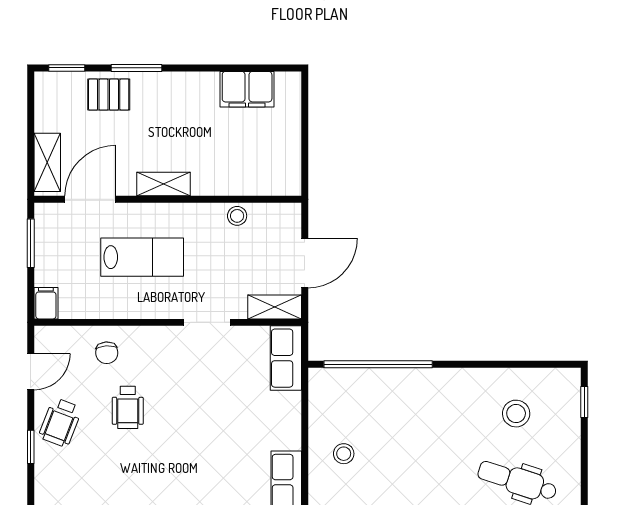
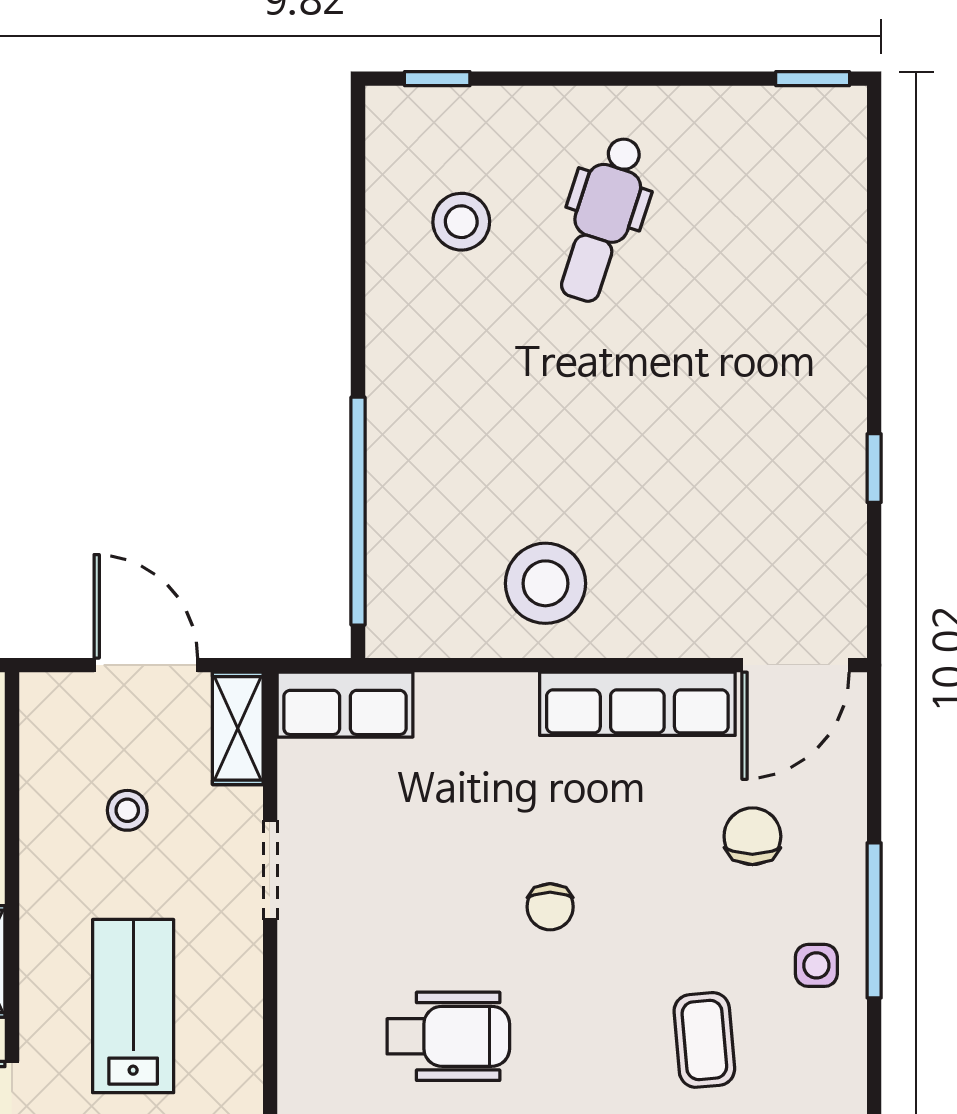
stool: (237, 216) -> (127, 810), moved
chair: (107, 353) -> (550, 907), moved, turned 94
wheelchair: (128, 407) -> (448, 1036), width x1.36, depth x1.37
stool: (344, 454) -> (545, 583), width x1.89, depth x1.89

